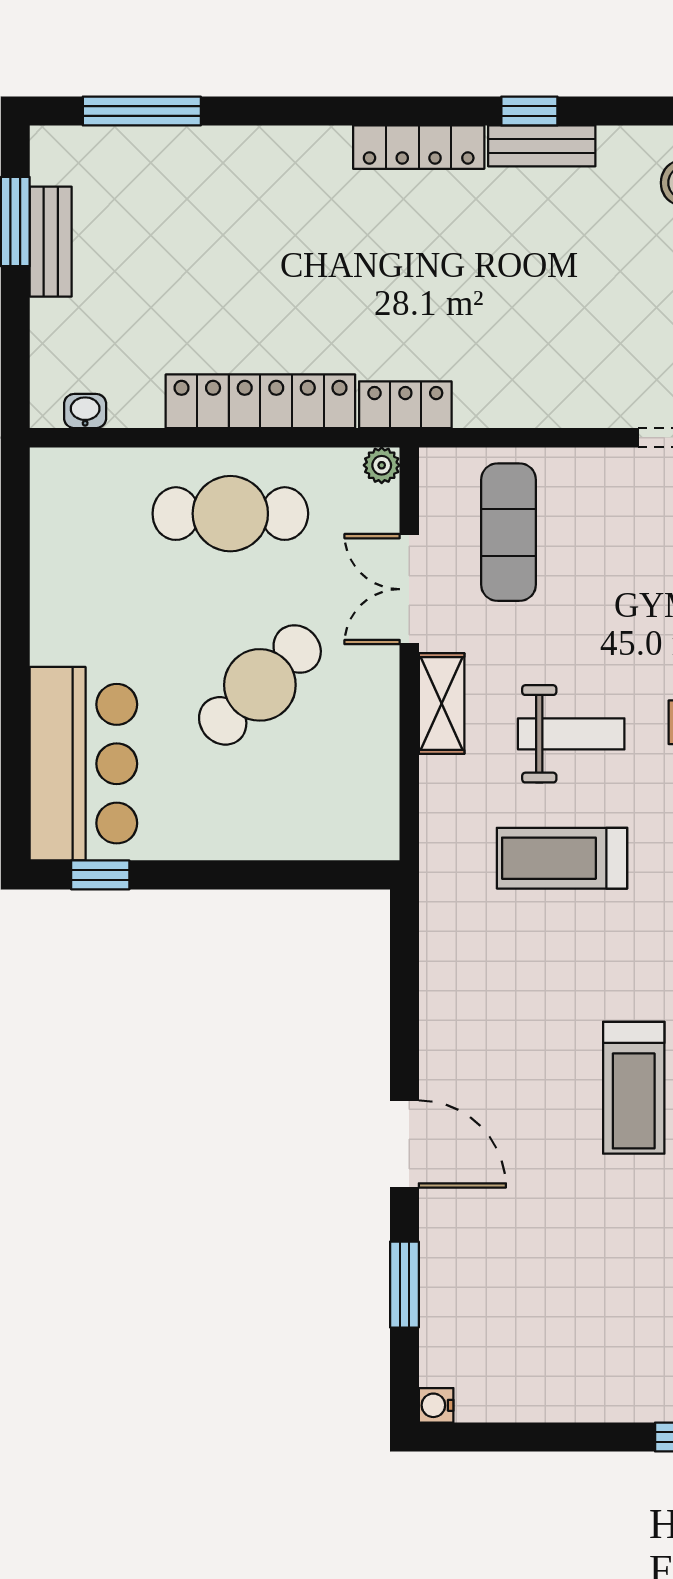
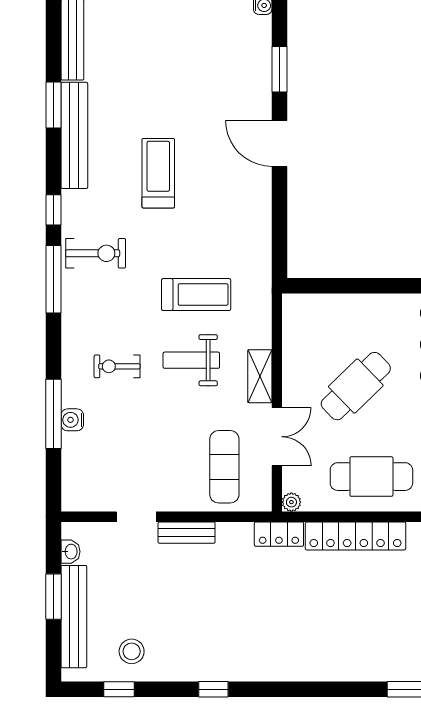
bench: (542, 146) -> (187, 533), moved
locker: (419, 147) -> (272, 670), removed

